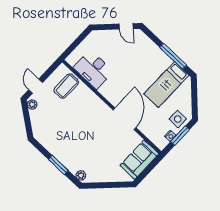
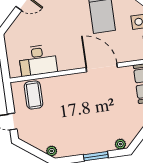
plant: (32, 105) -> (52, 151), moved

